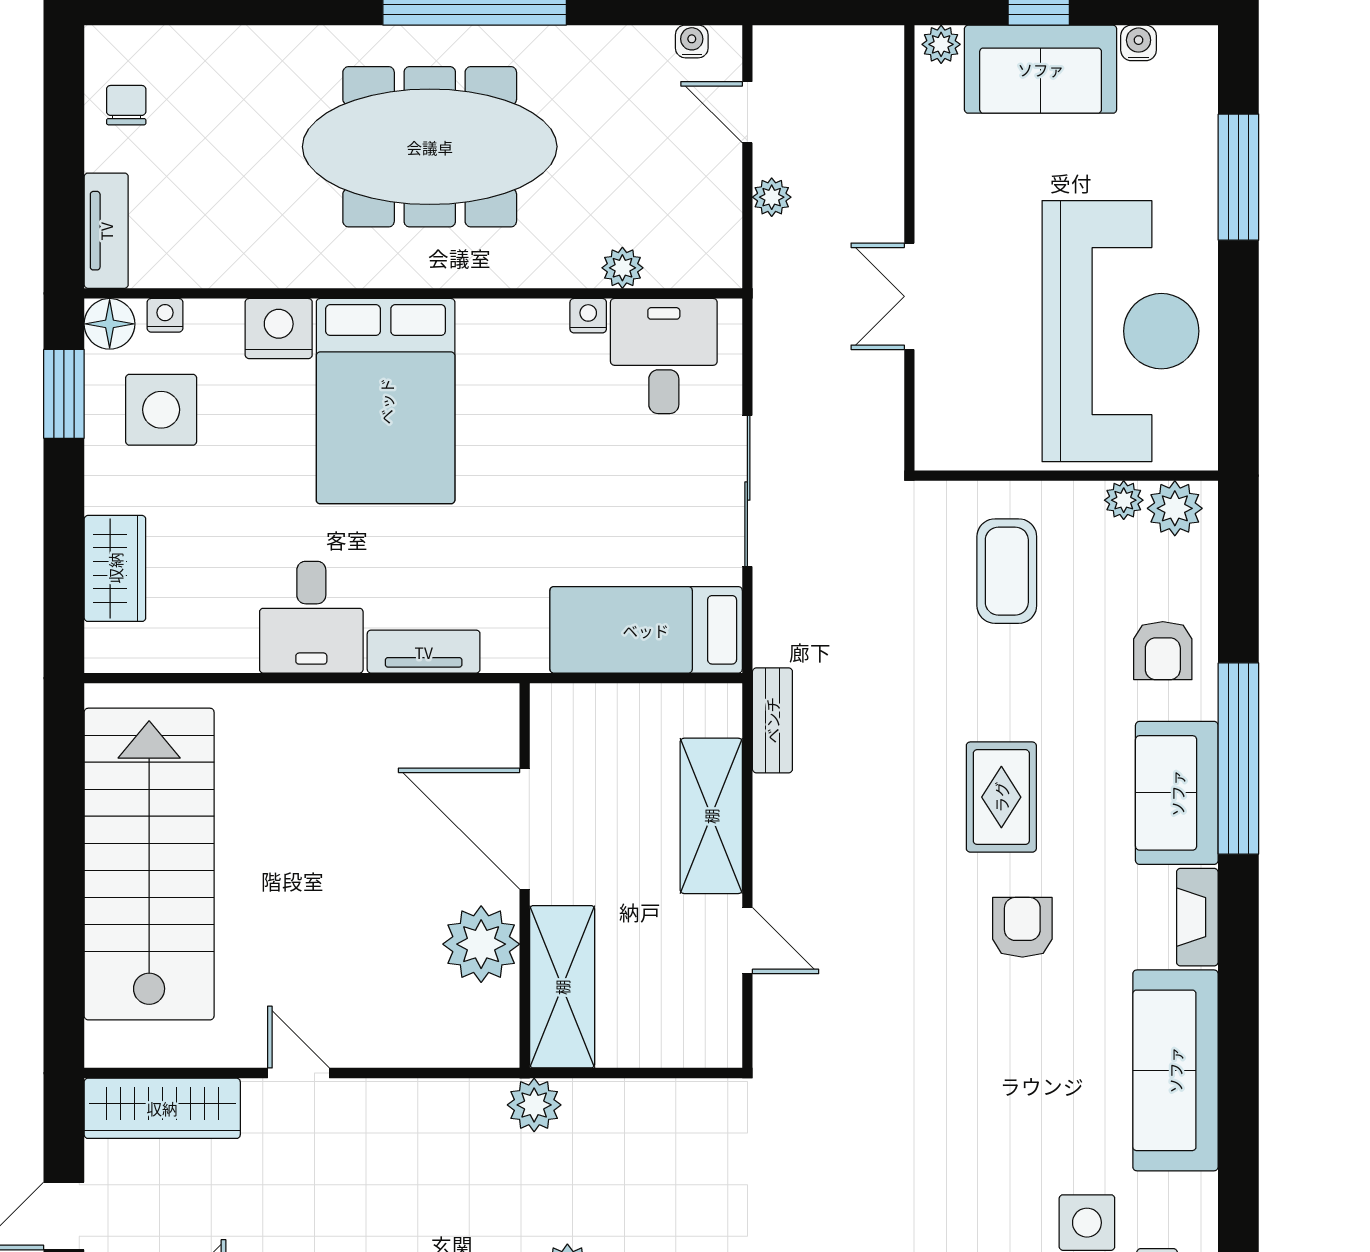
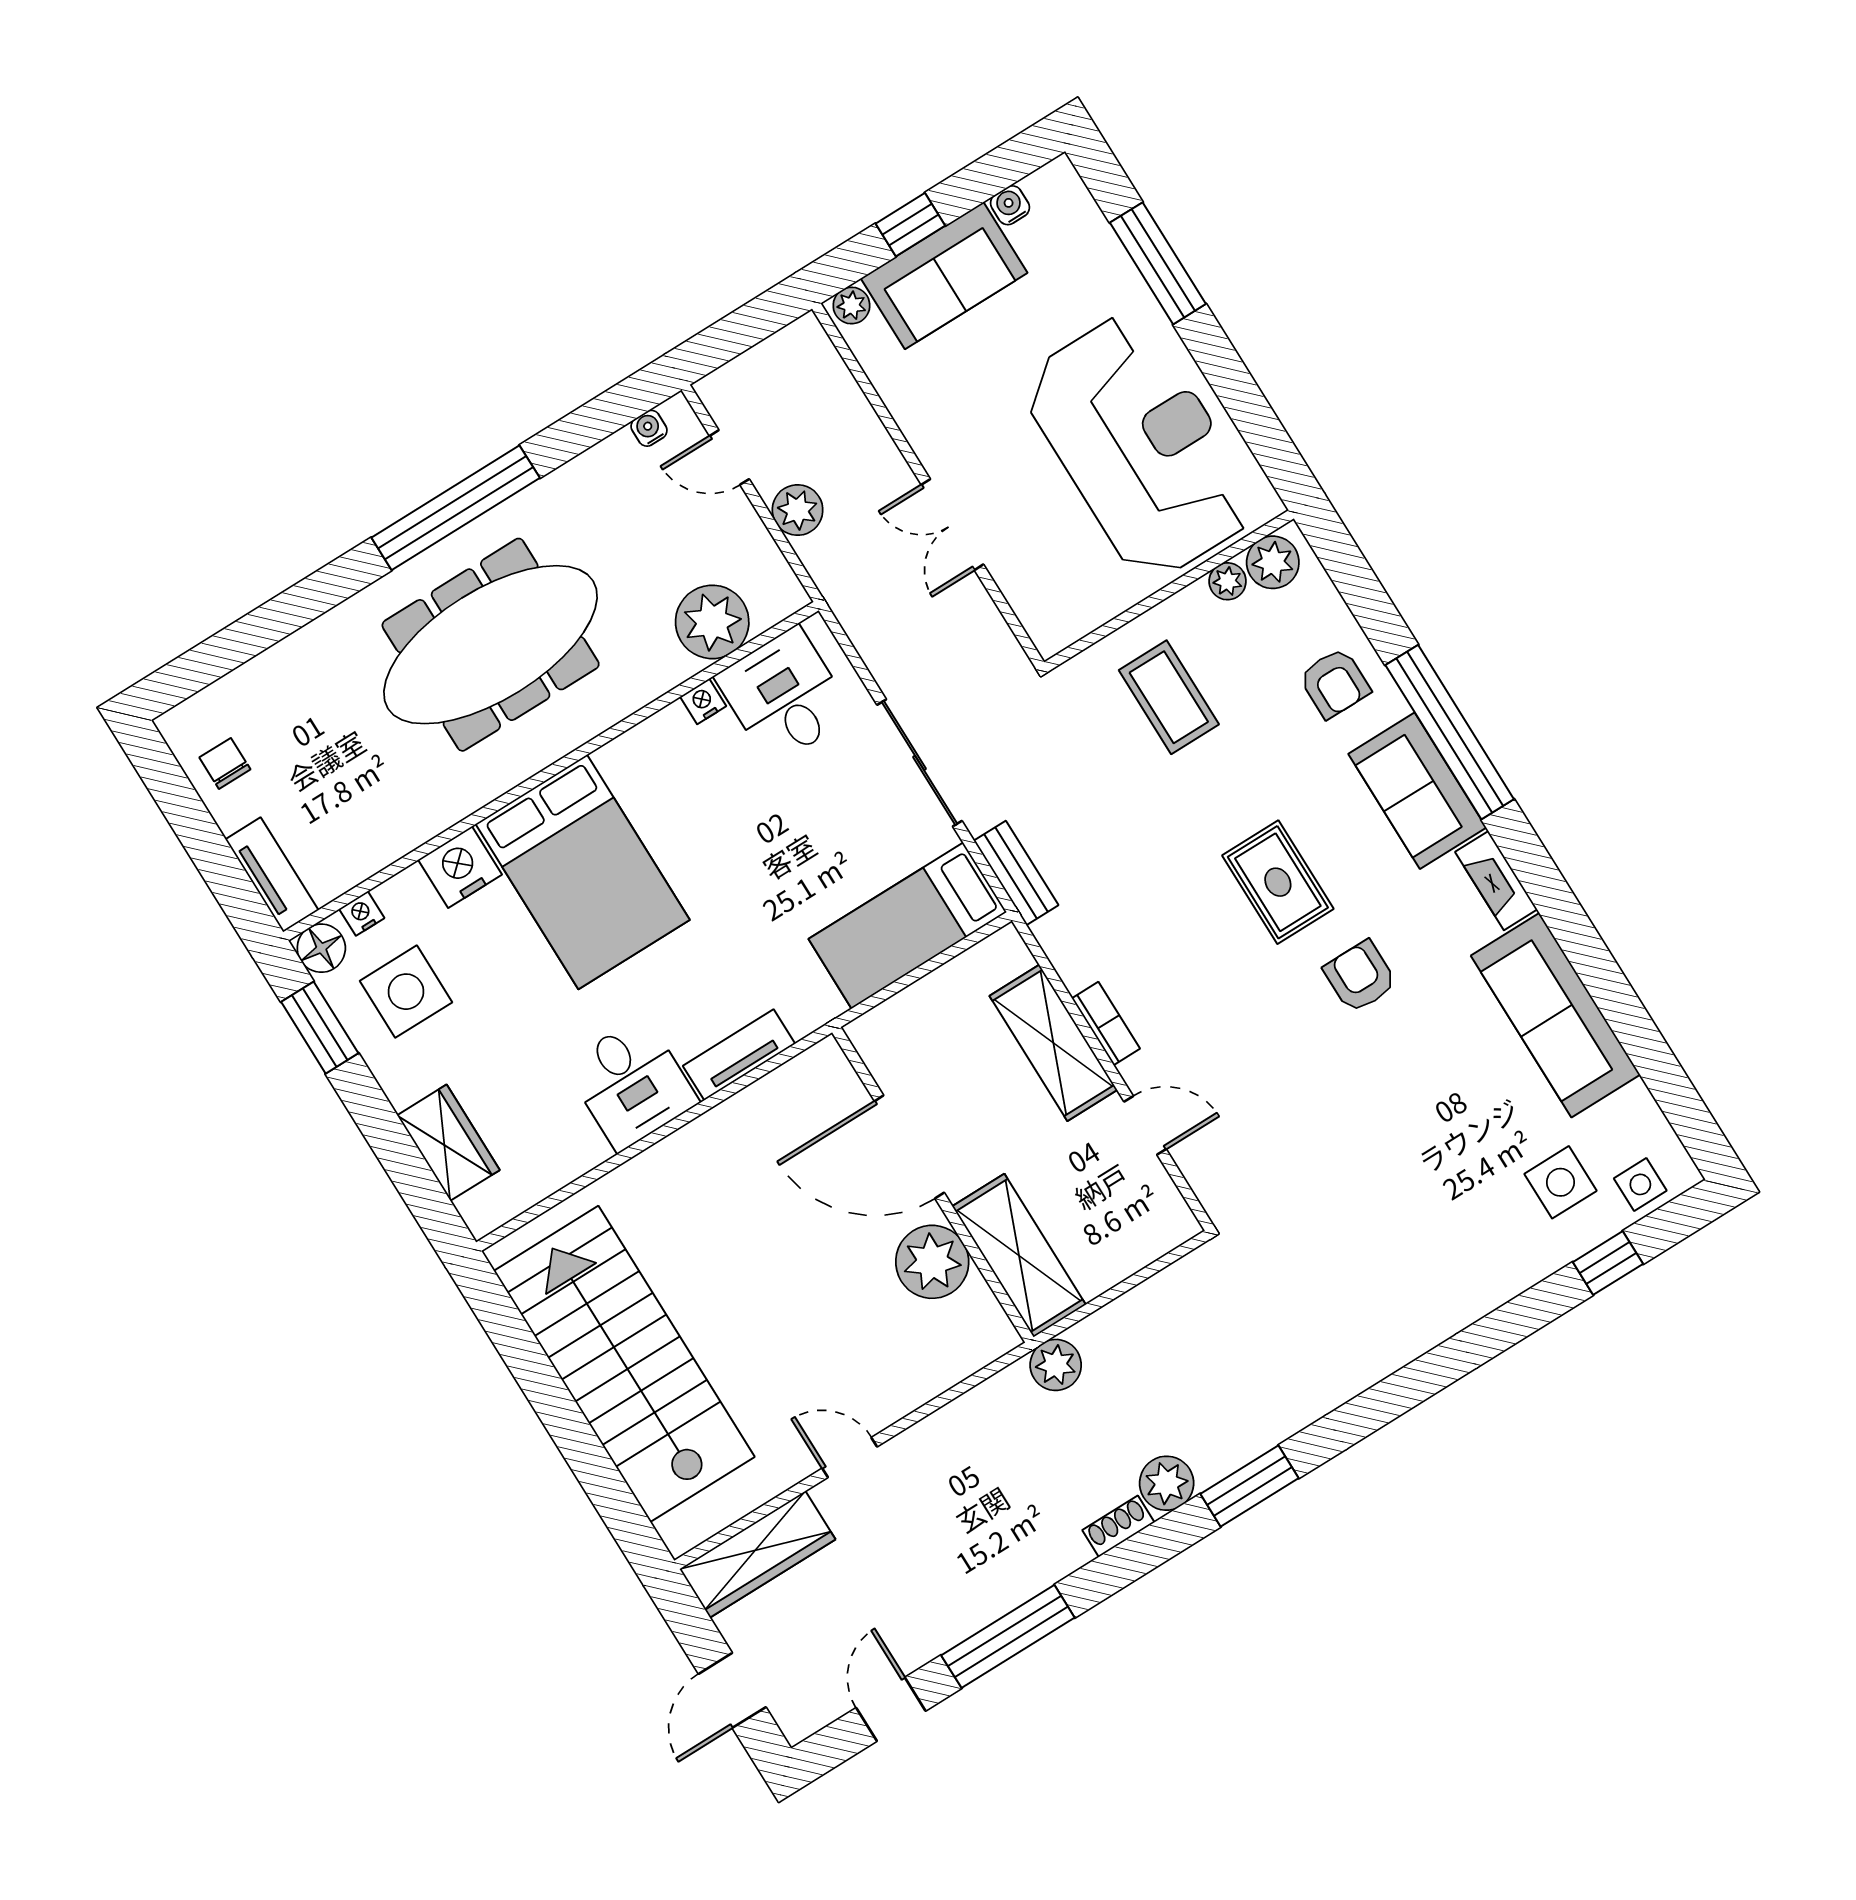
plant: (772, 197) -> (798, 510), width x1.38, depth x1.38
plant: (622, 268) -> (712, 622), width x1.88, depth x1.88
bench: (772, 720) -> (1016, 873), moved
bookcase: (769, 828) -> (1106, 1023), added

